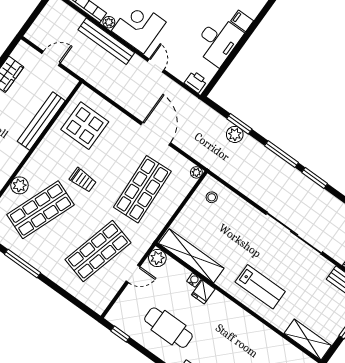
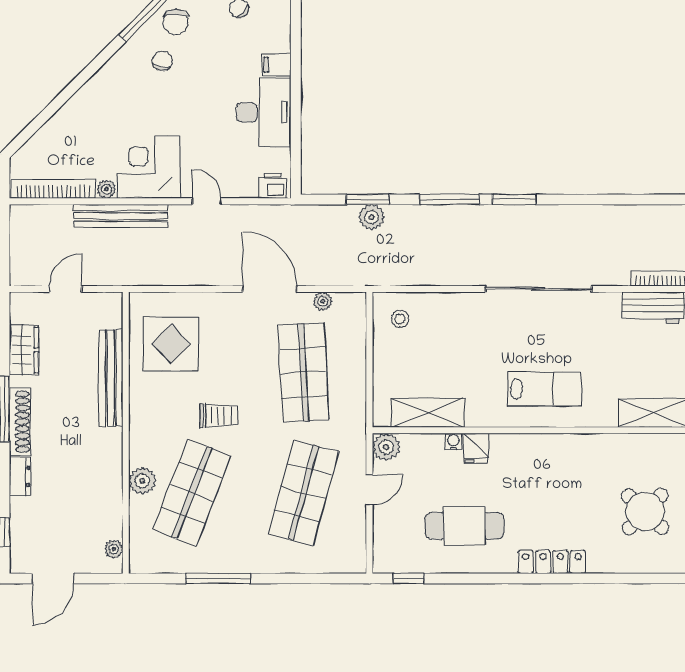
plant: (196, 172) -> (323, 301), moved
shelving: (191, 256) -> (428, 413), width x0.68

